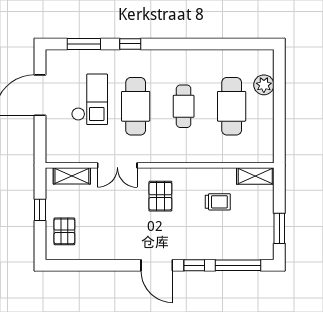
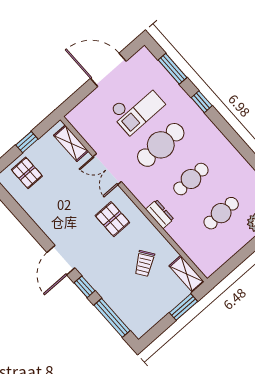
cafe table: (232, 106) -> (221, 213), width x0.73, depth x0.74
dresser: (189, 155) -> (160, 214), added
pallet: (160, 196) -> (112, 219), turned 90
trolley: (218, 202) -> (144, 263), turned 55
window: (279, 228) -> (184, 307), moved
pallet: (64, 231) -> (27, 173), turned 90

